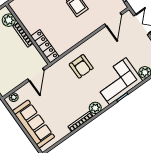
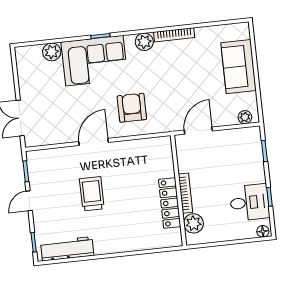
door: (113, 19) -> (94, 142), moved
locker: (45, 46) -> (170, 203), moved
sofa: (33, 124) -> (239, 67), width x0.73

